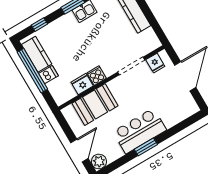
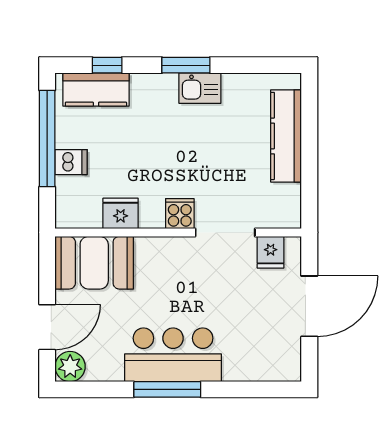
kitchen counter: (37, 54) -> (96, 89), moved, turned 90
cooker: (97, 76) -> (180, 214), moved
booth: (95, 105) -> (94, 263), moved
window: (146, 147) -> (167, 389), width x1.44

